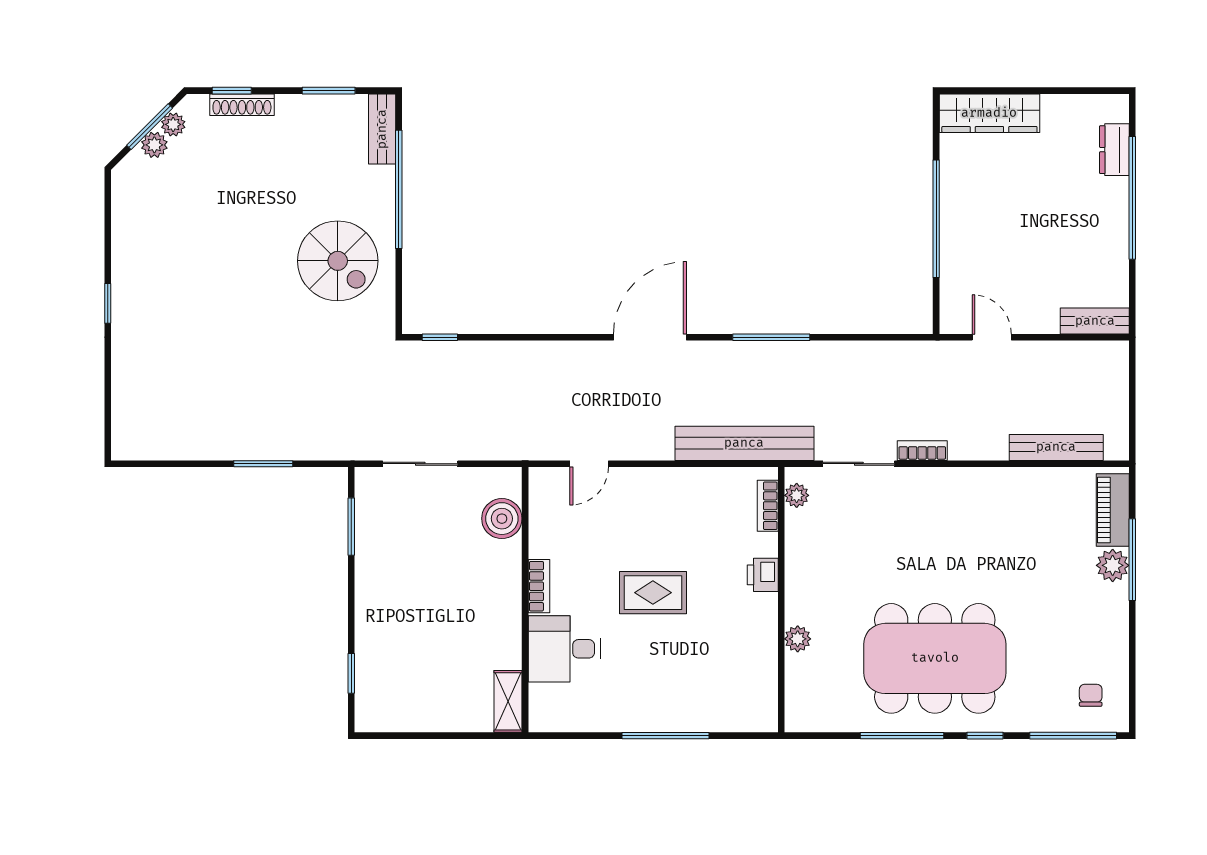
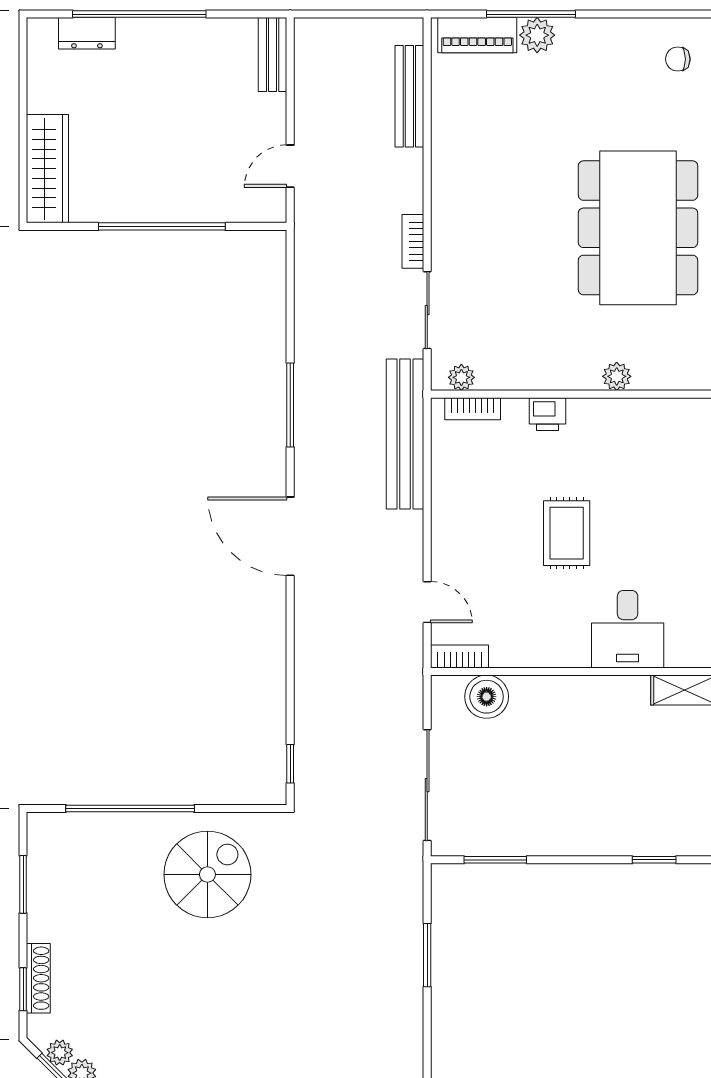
bench: (382, 129) -> (65, 826), removed
sliding door: (420, 464) -> (427, 785), width x1.37
bookcase: (539, 586) -> (459, 656), moved

